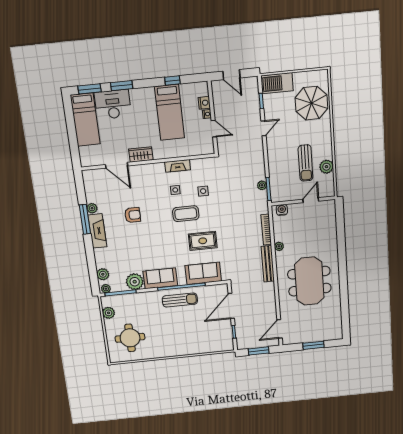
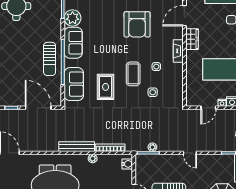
door: (264, 128) -> (190, 153), moved
fireplace: (178, 166) -> (178, 51), moved
armchair: (133, 215) -> (137, 24), width x1.88, depth x1.88

